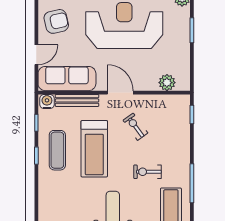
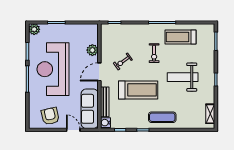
plant: (167, 83) -> (92, 50), moved
exercise mat: (57, 150) -> (162, 117), moved

